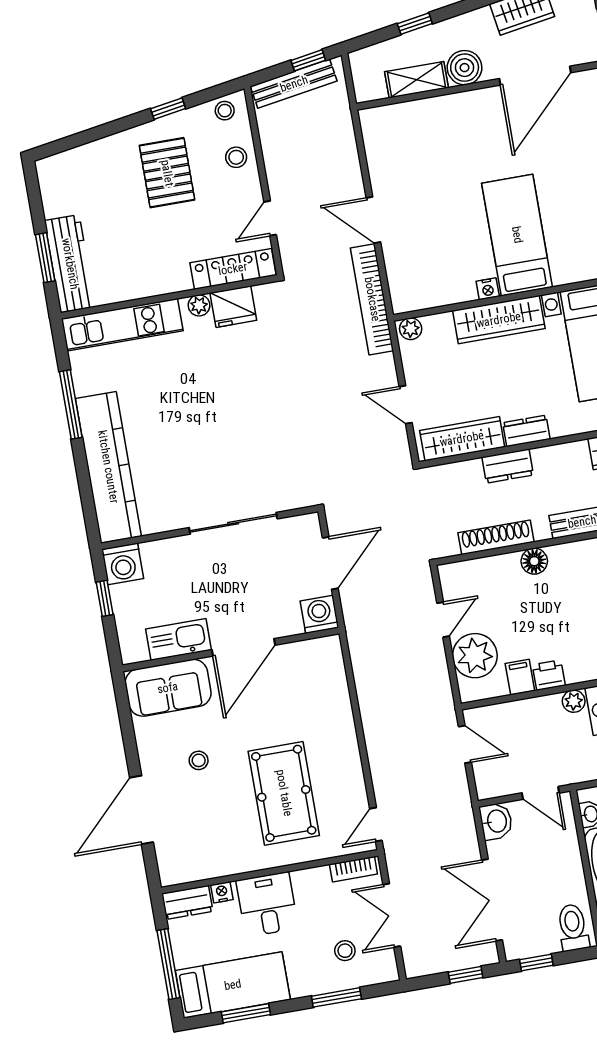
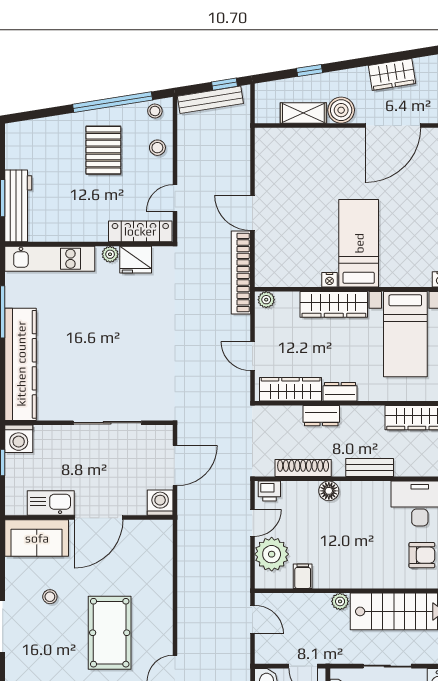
window: (168, 109) -> (113, 102), width x3.17
printer: (549, 675) -> (269, 491), moved, turned 180

